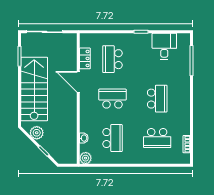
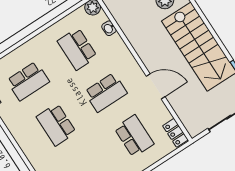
locker: (85, 58) -> (175, 133), moved
school desk: (157, 138) -> (28, 81), turned 180

